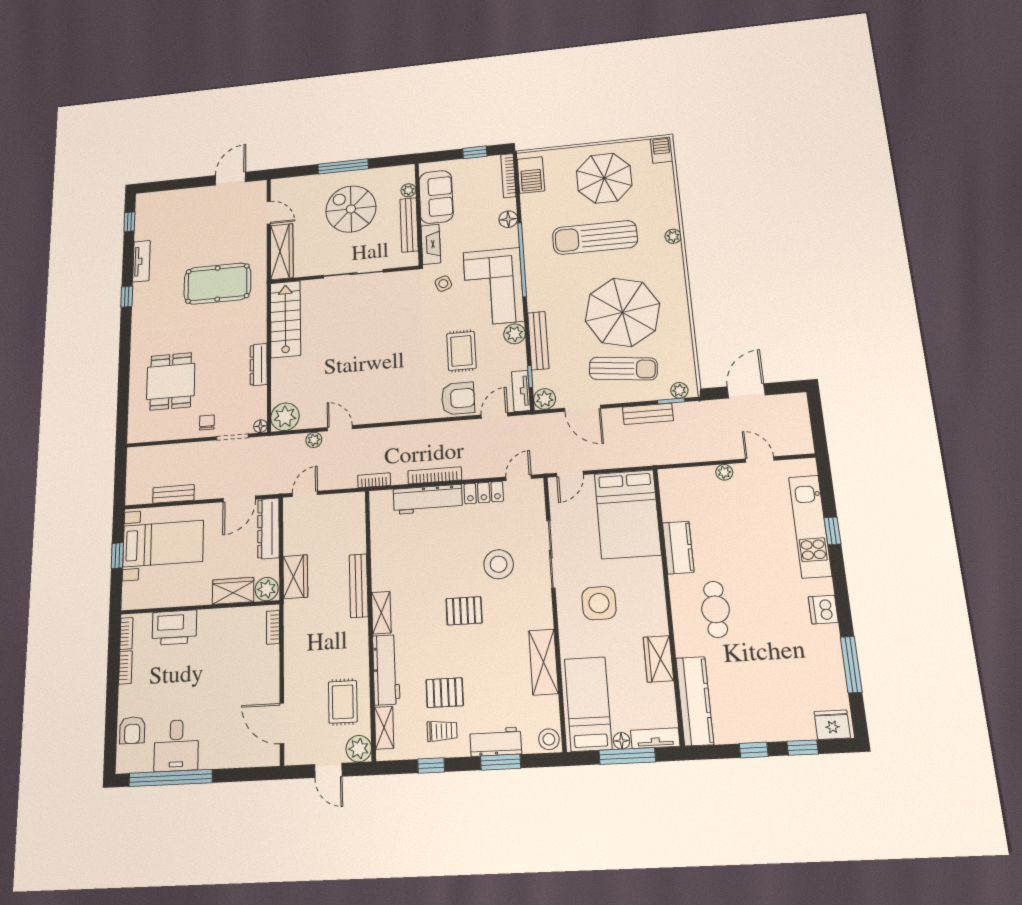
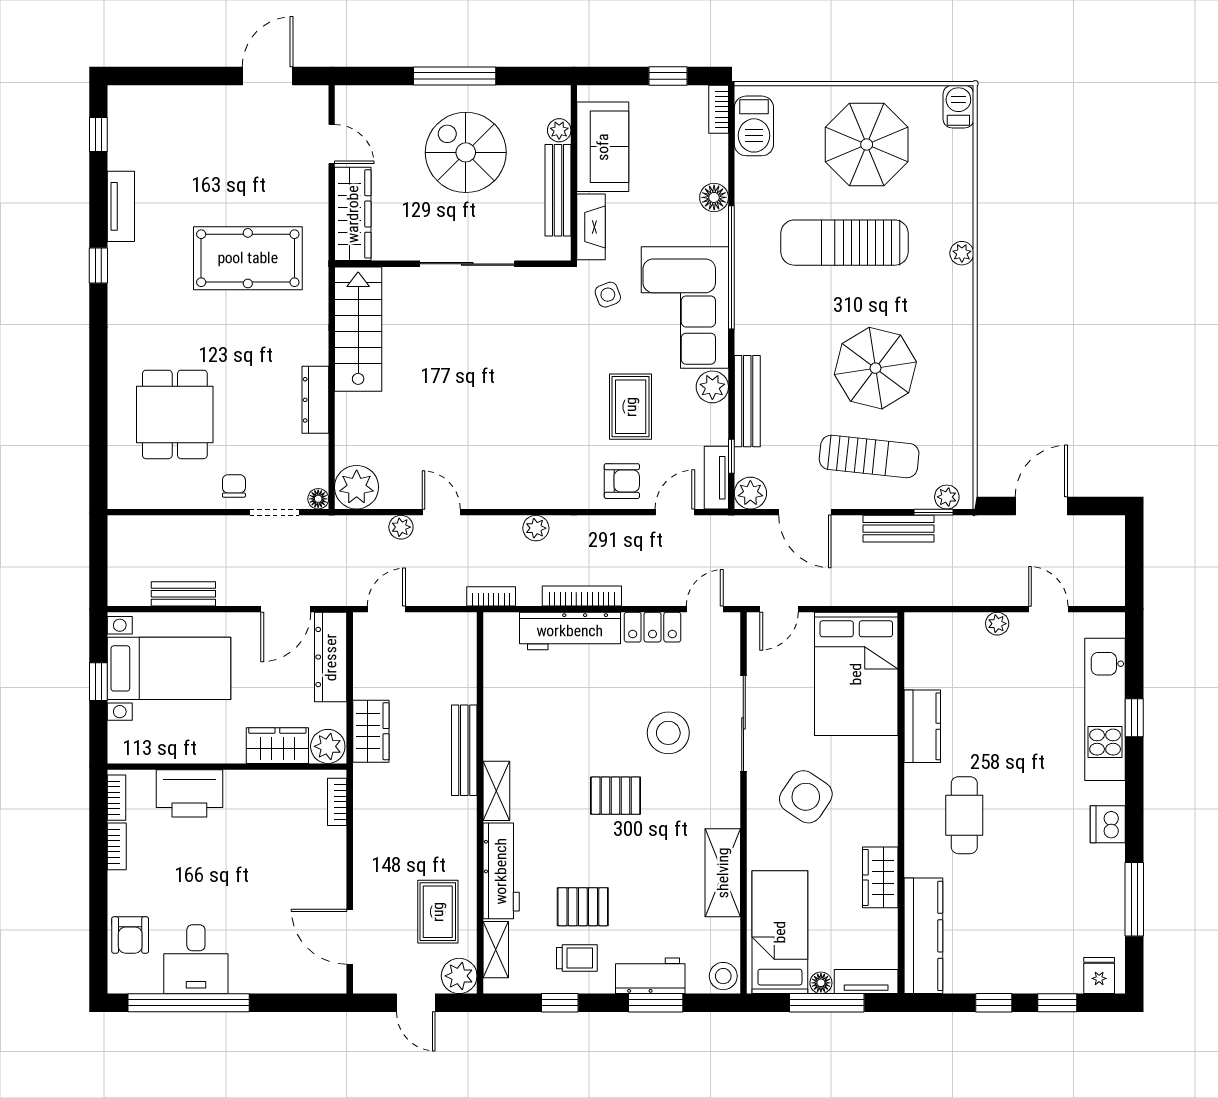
bookcase: (508, 176) -> (719, 109), width x0.64
parasol: (622, 312) -> (875, 368), width x0.73, depth x0.73
armchair: (458, 398) -> (622, 481), width x0.72, depth x0.72
plant: (402, 433) -> (536, 528), added
side table: (599, 603) -> (806, 797), turned 34
fridge: (832, 725) -> (1099, 976), width x0.72

